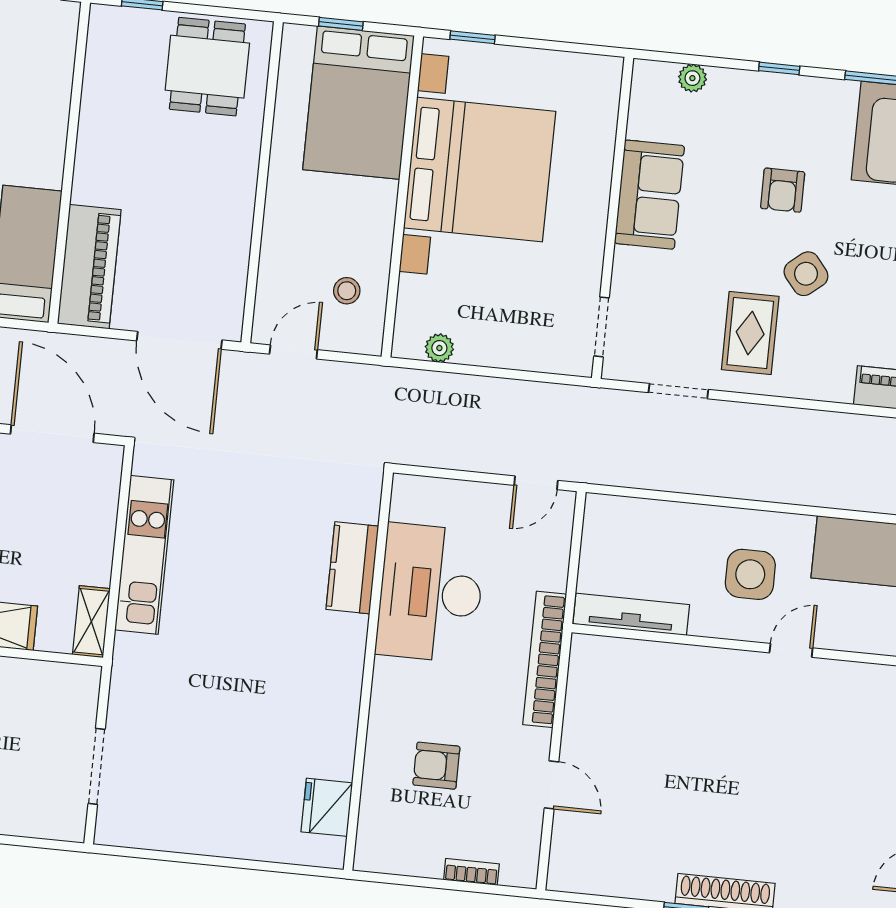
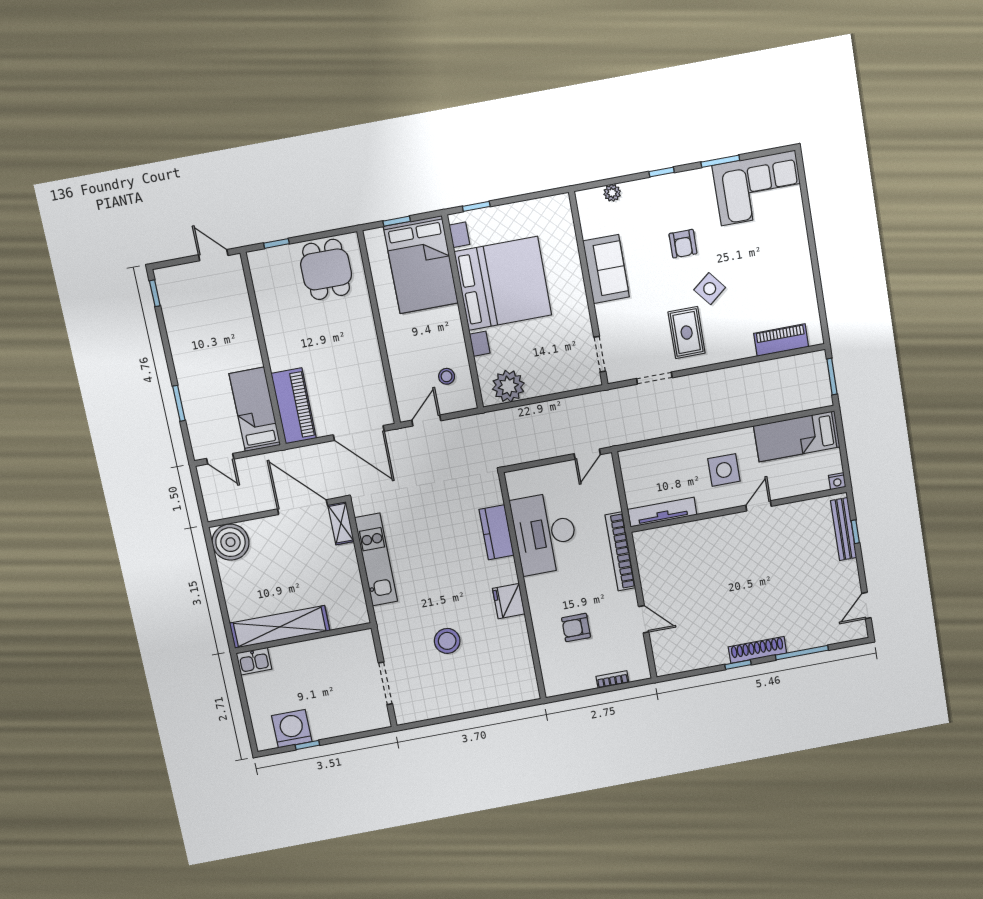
plant: (439, 348) -> (508, 386), width x1.88, depth x1.88
shelving: (91, 622) -> (341, 523), moved
stool: (219, 725) -> (447, 641), added
fridge: (327, 807) -> (509, 601), moved

